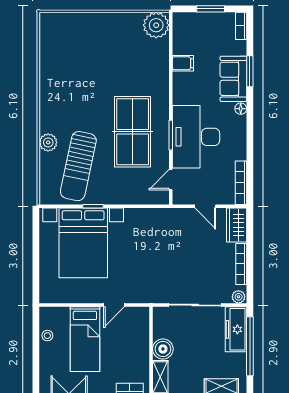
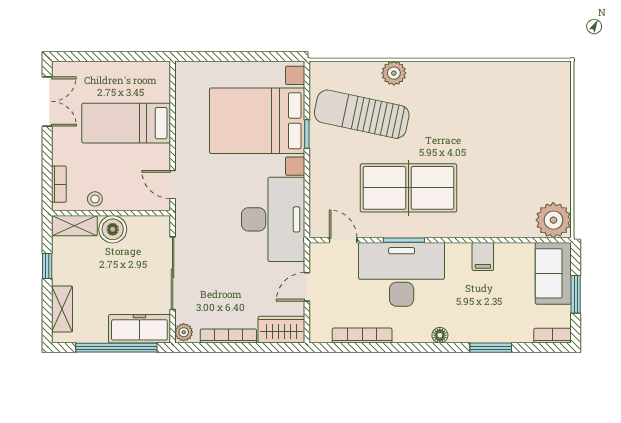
filing cabinet: (183, 63) -> (483, 256), moved
sofa: (233, 79) -> (553, 273), moved, turned -90
bookcase: (241, 183) -> (362, 335), moved
desk: (156, 231) -> (273, 219), added
door: (114, 305) -> (173, 185), moved
stool: (47, 336) -> (95, 199), moved

